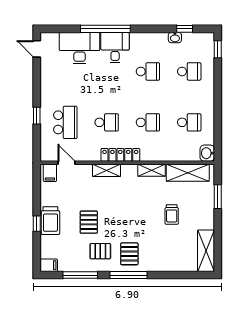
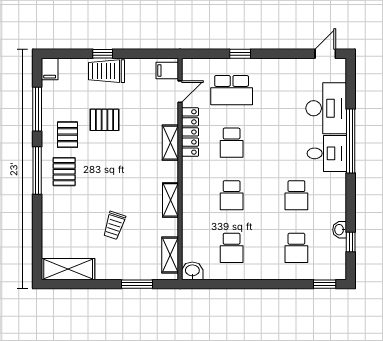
locker: (120, 155) -> (190, 132), moved
shelving: (188, 173) -> (170, 255), width x0.67, depth x0.75
trolley: (172, 215) -> (114, 225), turned -72
pallet: (129, 254) -> (64, 172), turned 90

